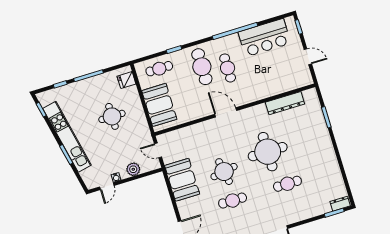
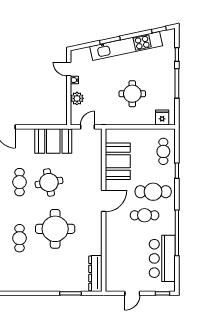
dresser: (285, 103) -> (95, 273), moved
booth: (159, 105) -> (118, 161), moved, turned 90

